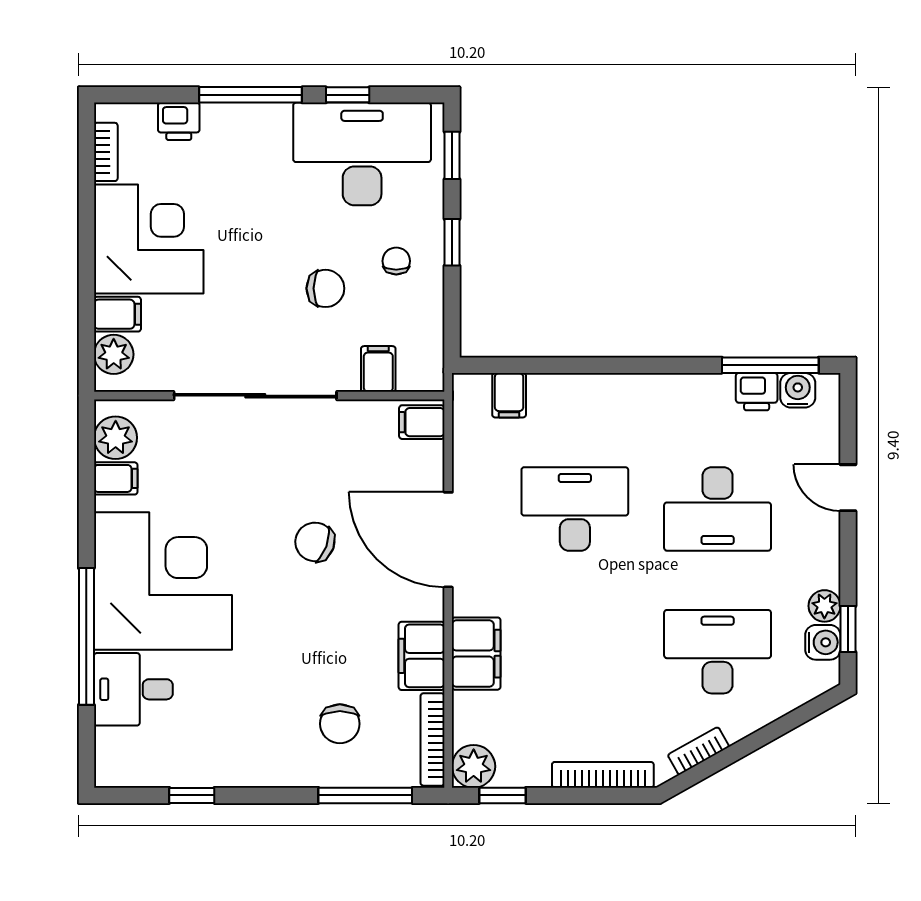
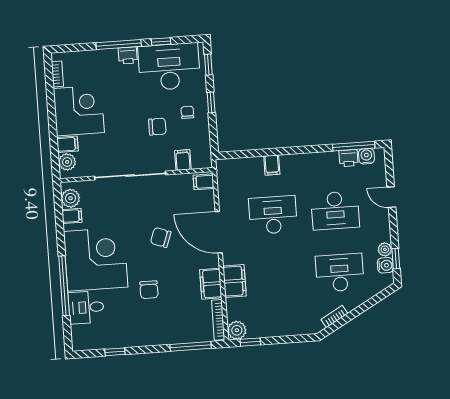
printer: (179, 121) -> (128, 55), moved
filing cabinet: (509, 395) -> (272, 165), moved
chair: (340, 724) -> (149, 290), moved
bookcase: (603, 775) -> (293, 330), removed

